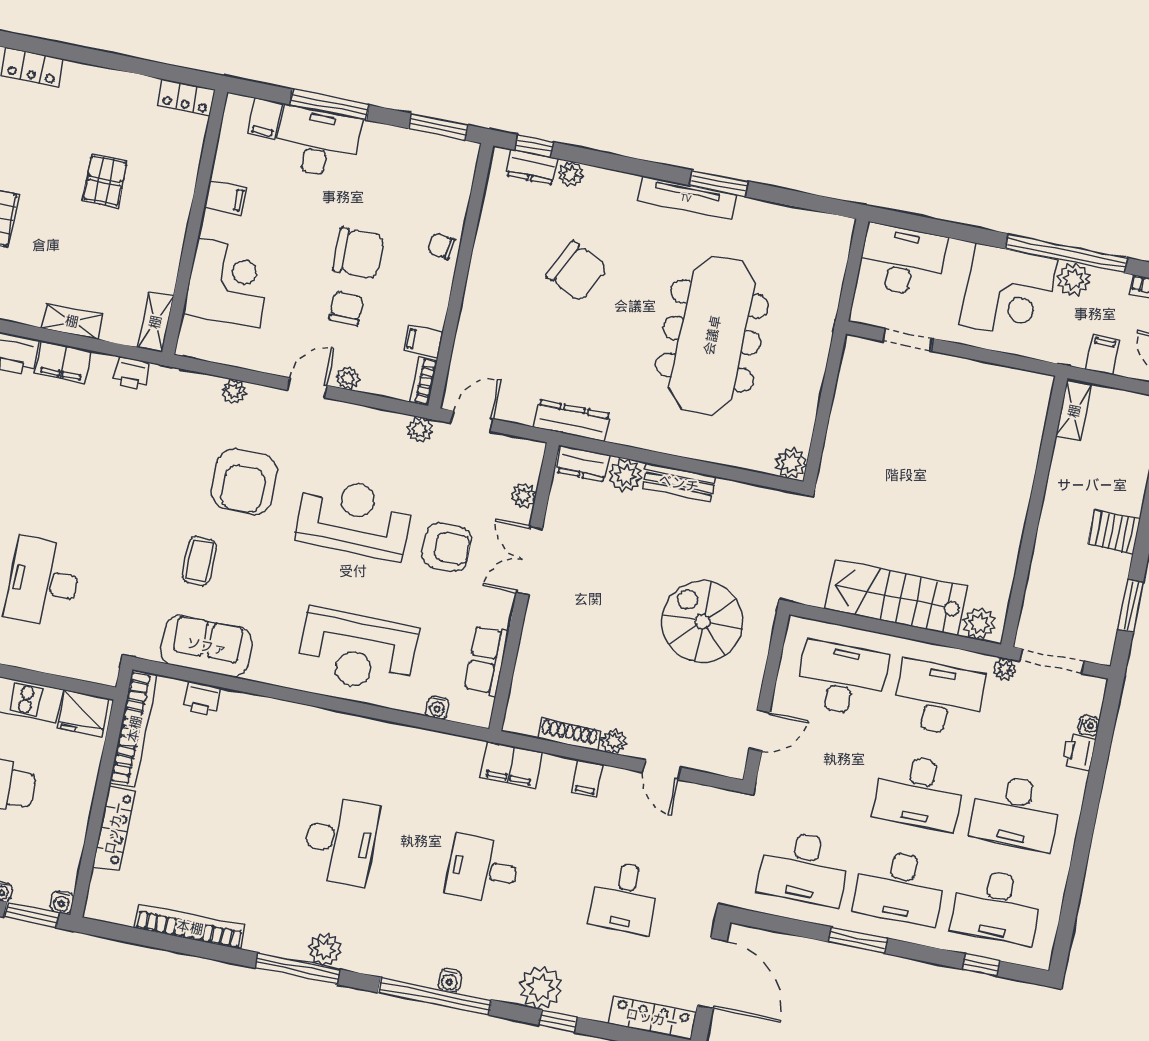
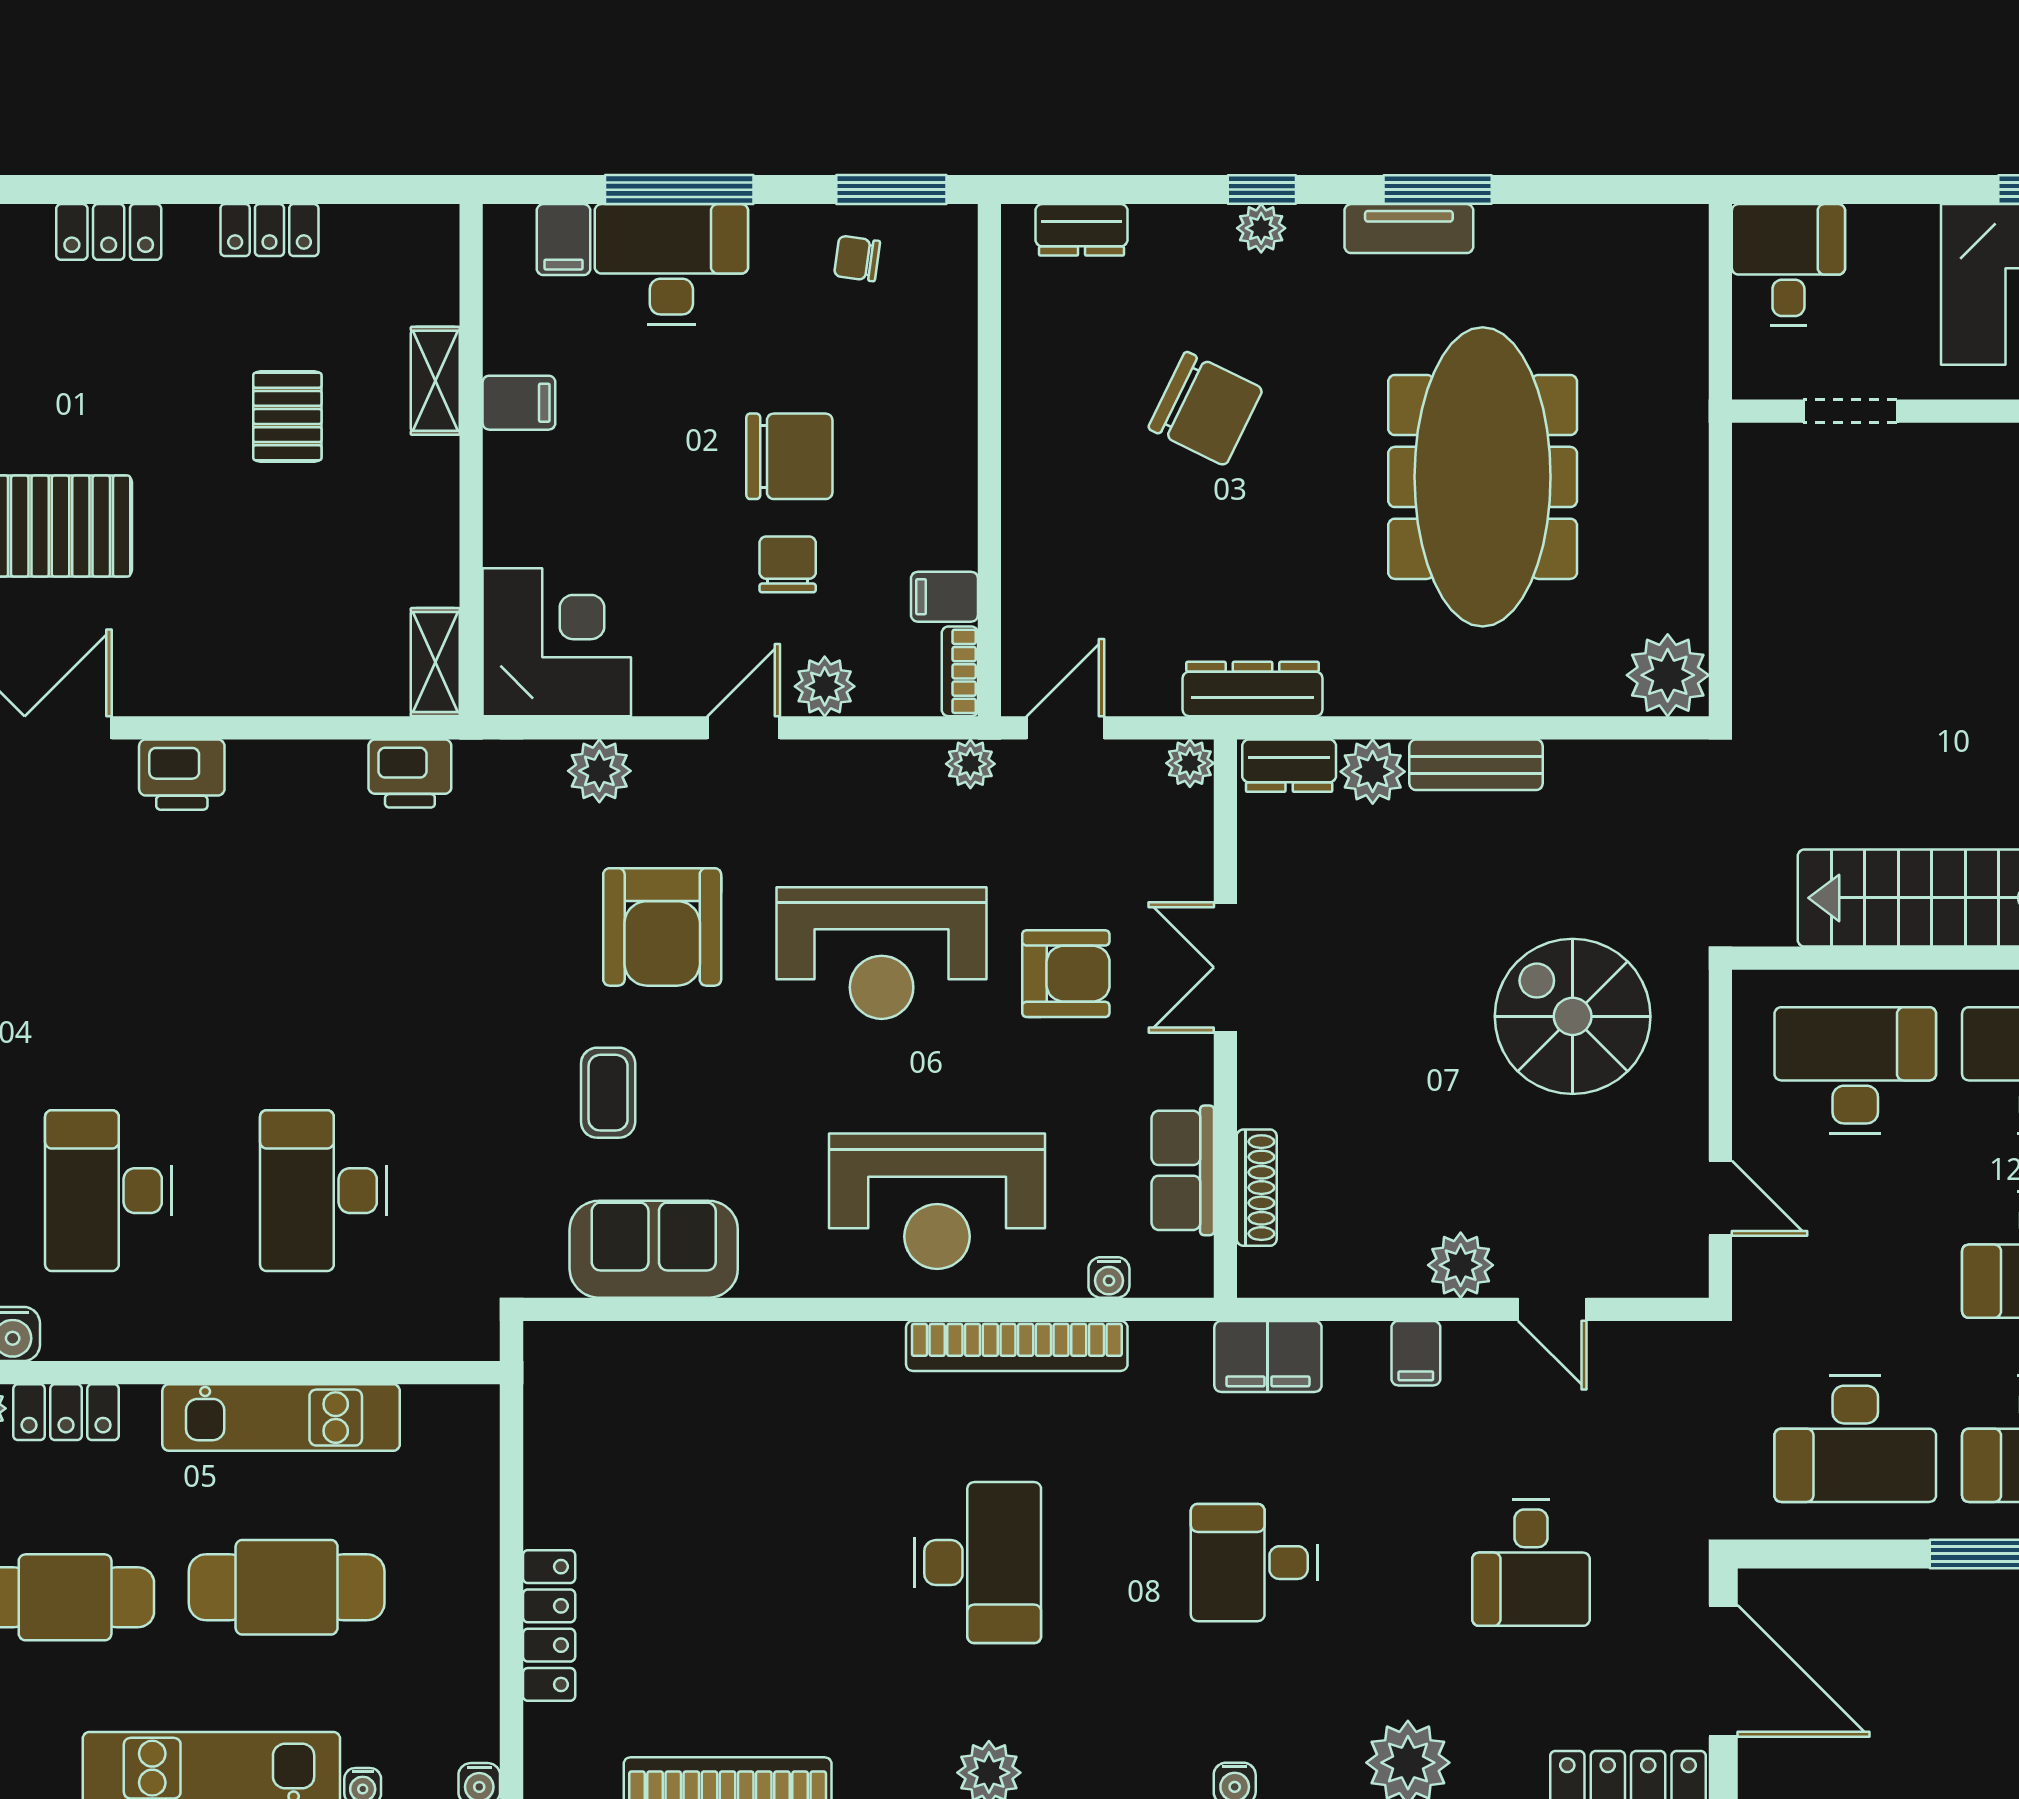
locker: (186, 98) -> (269, 230), moved
window: (534, 146) -> (1262, 190), moved
plant: (570, 174) -> (1261, 228), moved
tv unit: (686, 198) -> (1409, 229), width x0.71
chair: (442, 246) -> (857, 258), moved
desk: (902, 260) -> (1788, 265), width x0.73
corner desk: (228, 283) -> (557, 642), moved
shelving: (72, 321) -> (435, 381), moved, turned 90
filing cabinet: (63, 362) -> (278, 772), removed
printer: (132, 373) -> (410, 773), width x1.36, depth x1.24
plant: (348, 378) -> (825, 686), width x1.38, depth x1.38
plant: (234, 391) -> (599, 771), width x1.38, depth x1.38
plant: (791, 463) -> (1668, 675), width x1.36, depth x1.36
plant: (524, 495) -> (1190, 763), moved
reception desk: (354, 518) -> (882, 953), turned 180
printer: (202, 699) -> (664, 1349), removed
fridge: (83, 713) -> (448, 1422), removed
bookcase: (134, 729) -> (1017, 1346), moved, turned 90
door: (760, 730) -> (1720, 1198), hinge flipped
shoe rack: (569, 734) -> (1257, 1188), moved, turned 90
plant: (614, 741) -> (1461, 1265), width x1.38, depth x1.38

